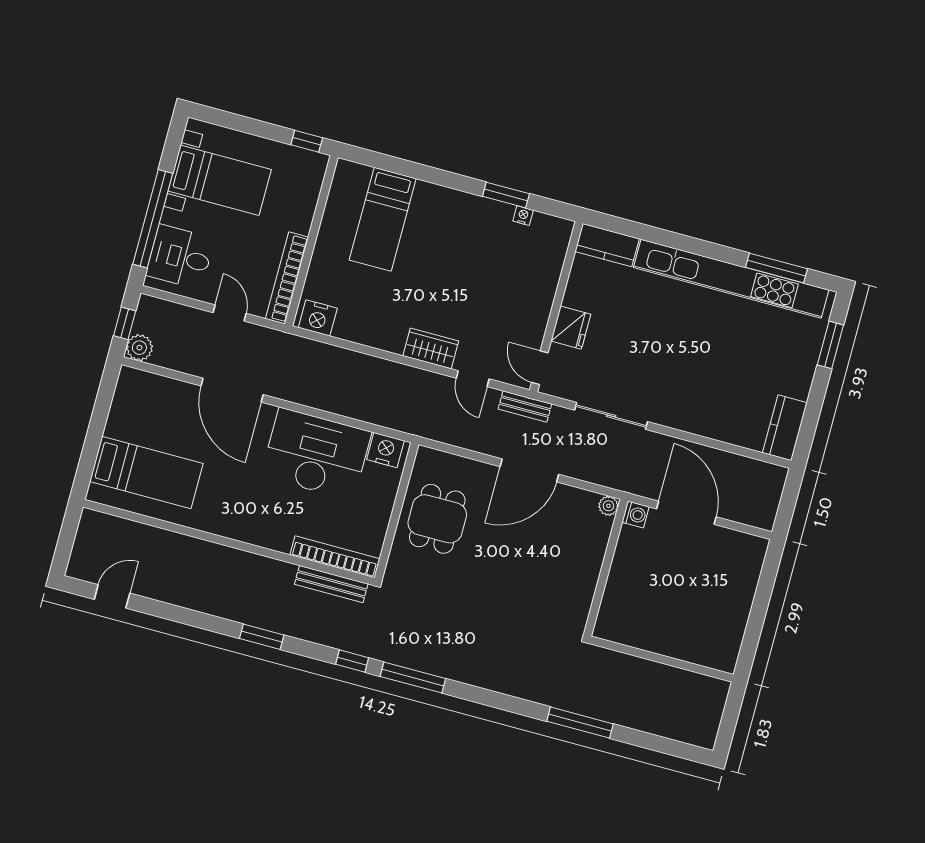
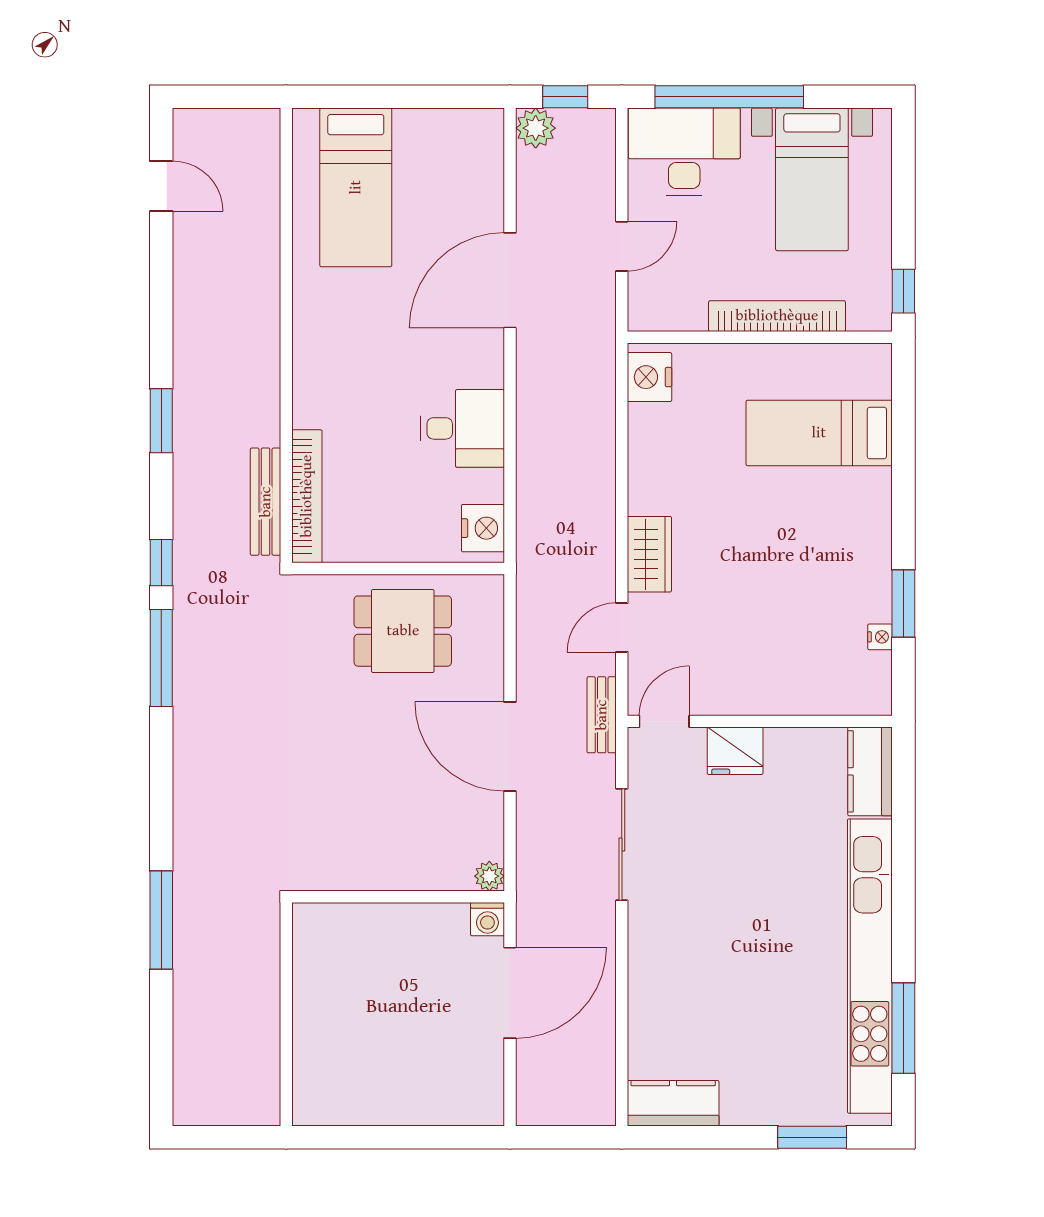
desk: (180, 257) -> (684, 152), width x1.37
bookcase: (287, 278) -> (777, 316), moved
desk: (316, 454) -> (462, 428), width x0.53, depth x0.77

